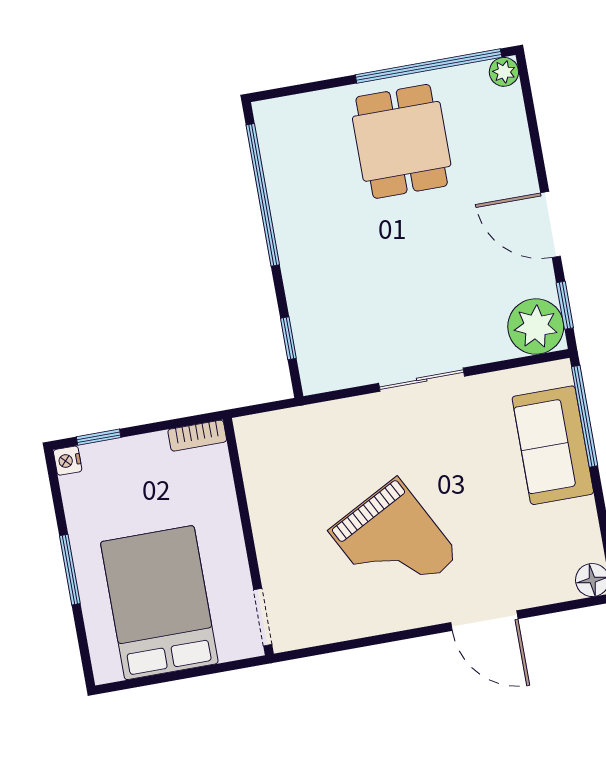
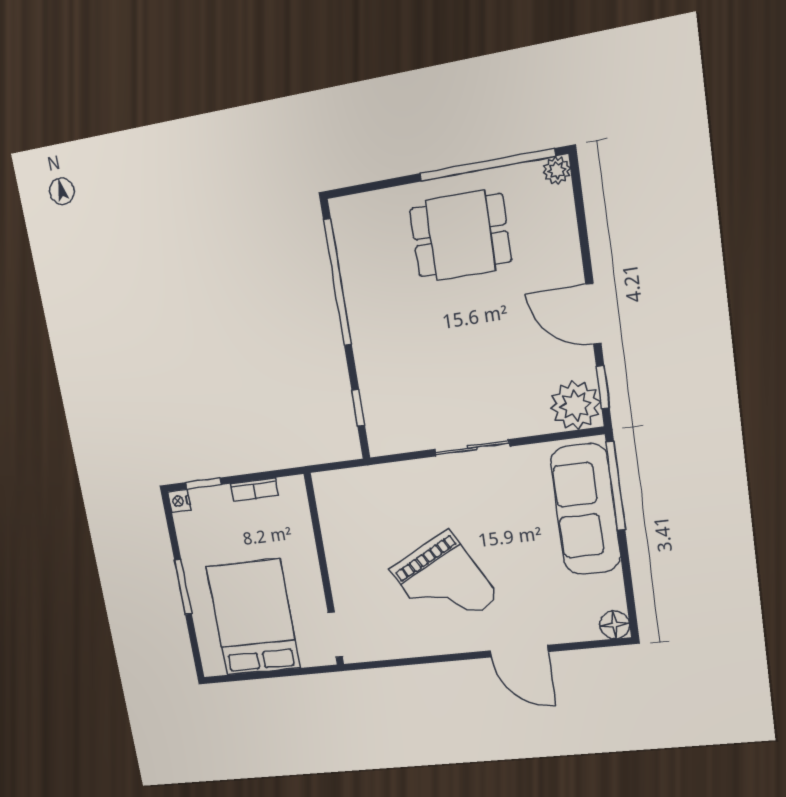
dining table: (402, 141) -> (460, 235), turned 90
bookcase: (197, 436) -> (254, 490), moved
sofa: (553, 445) -> (586, 509), width x1.36

